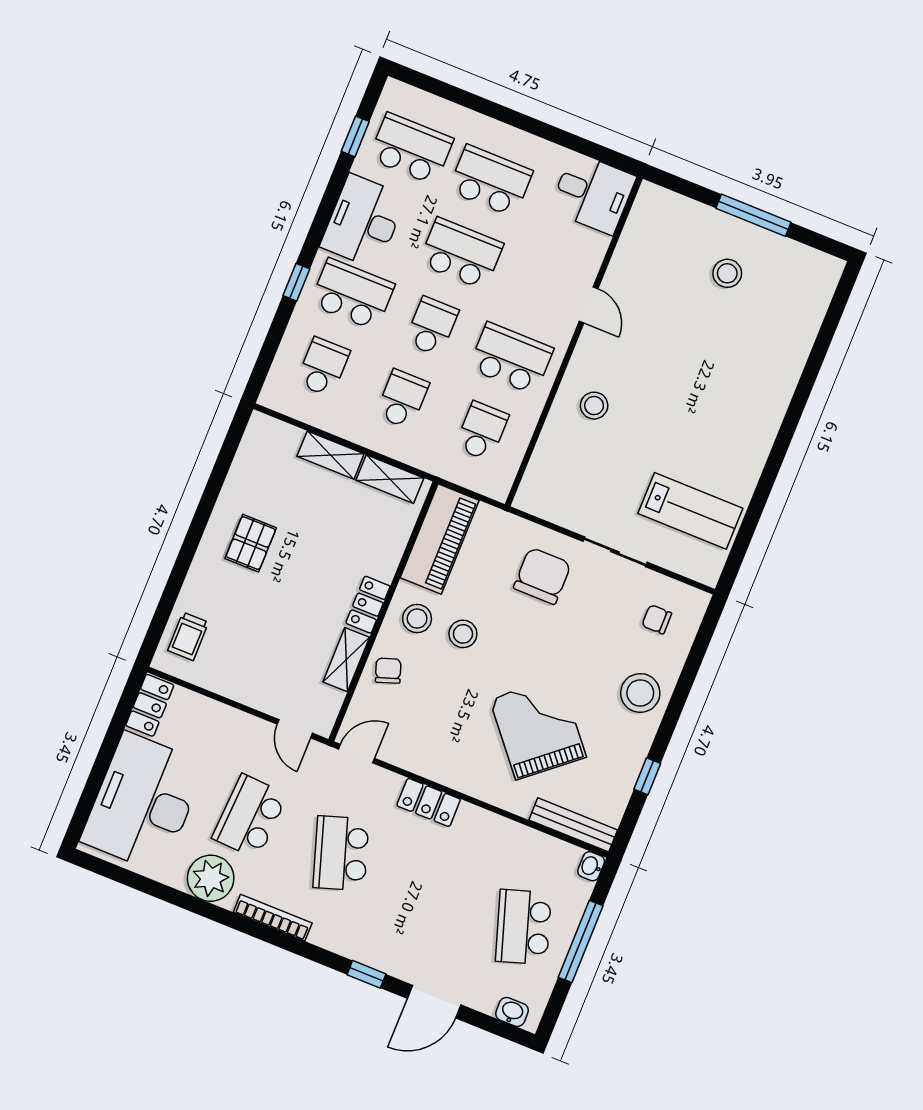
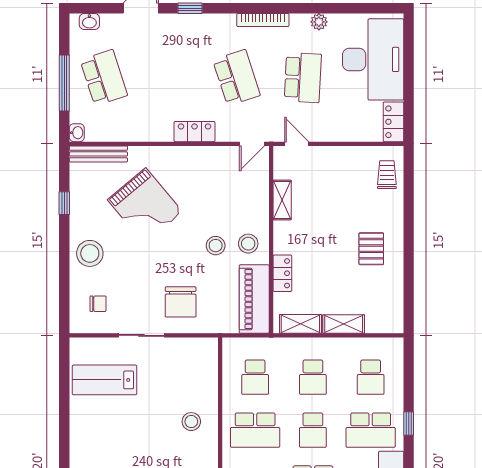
locker: (368, 605) -> (282, 273), moved
chair: (388, 671) -> (253, 204), removed
plant: (211, 878) -> (319, 22), width x0.53, depth x0.53

